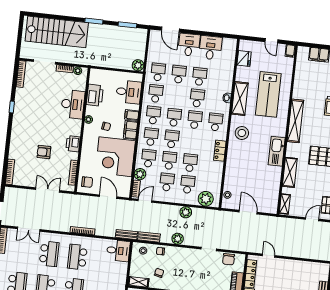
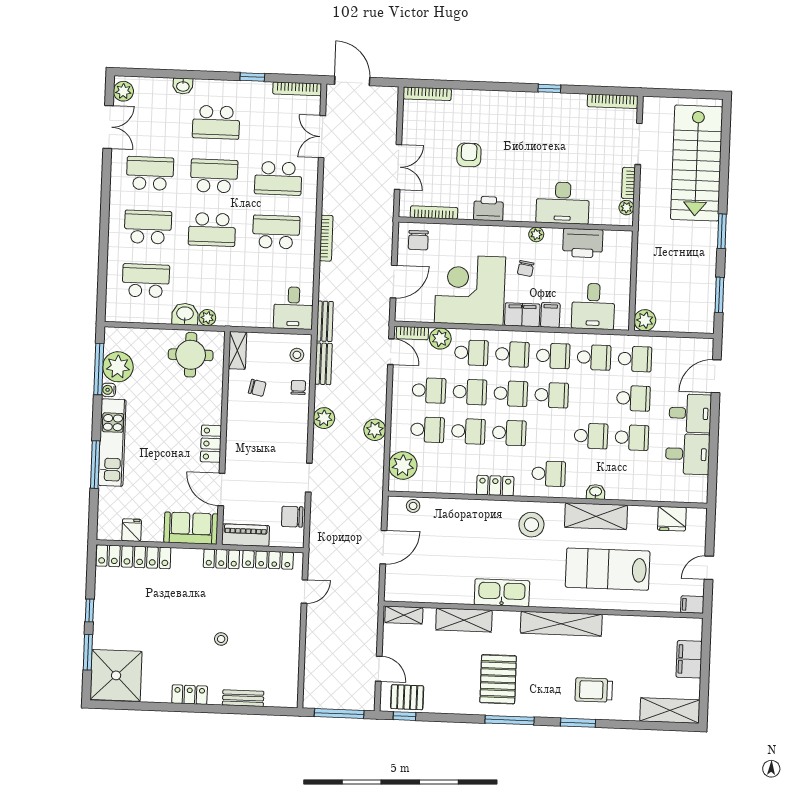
school desk: (195, 120) -> (509, 433), moved

